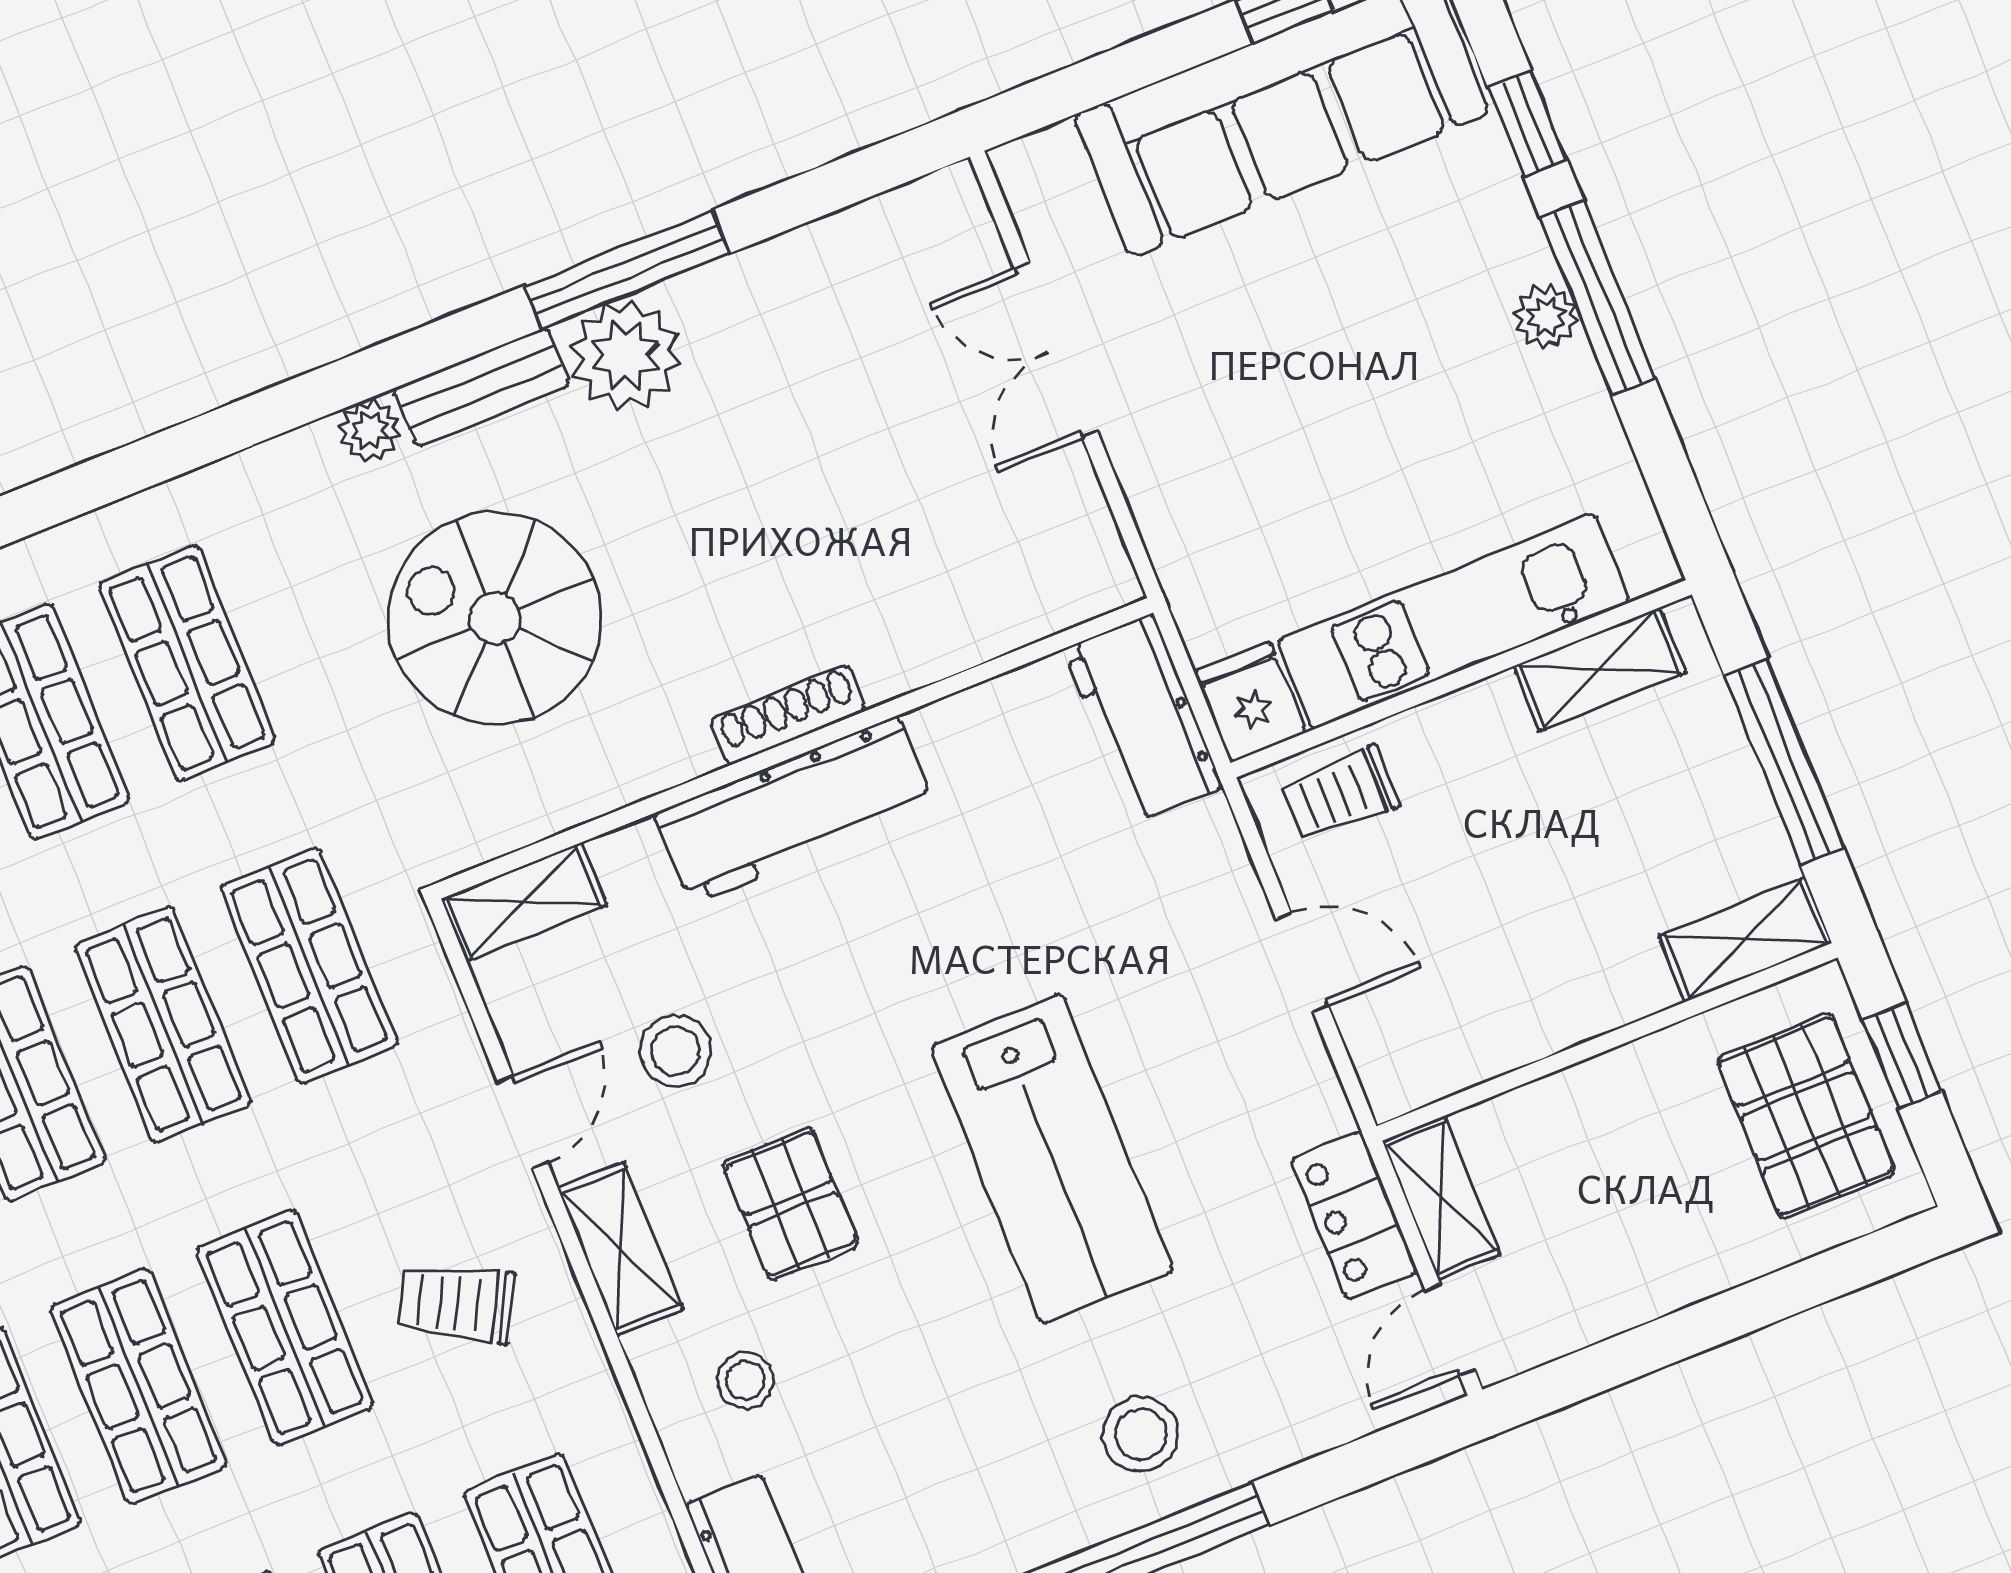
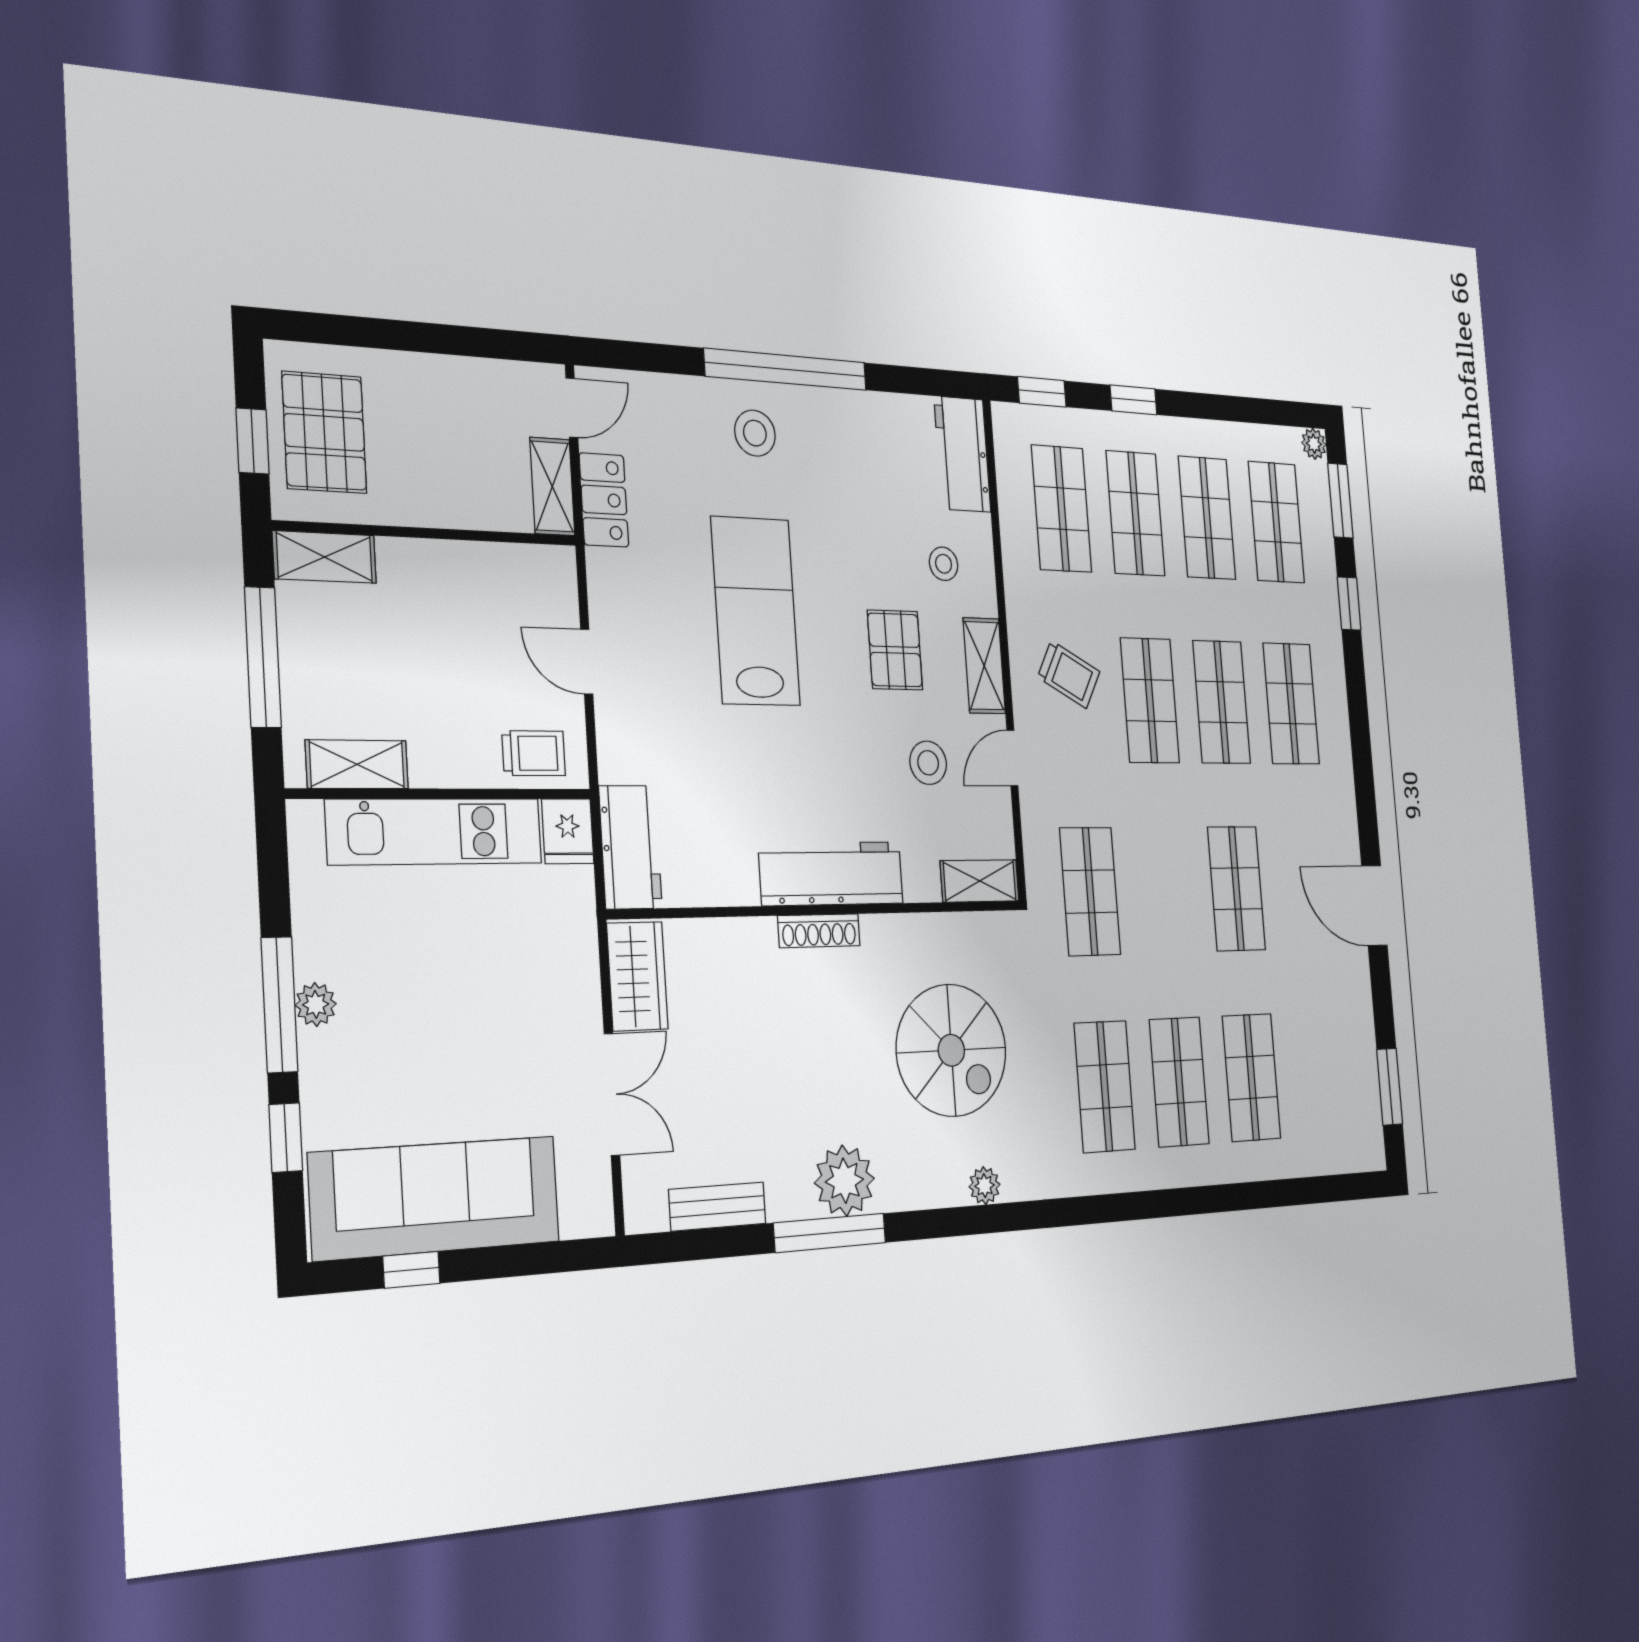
bench: (482, 387) -> (717, 1206), moved
wardrobe: (1071, 534) -> (637, 976), added
shop shelf: (163, 1025) -> (1164, 890), removed

